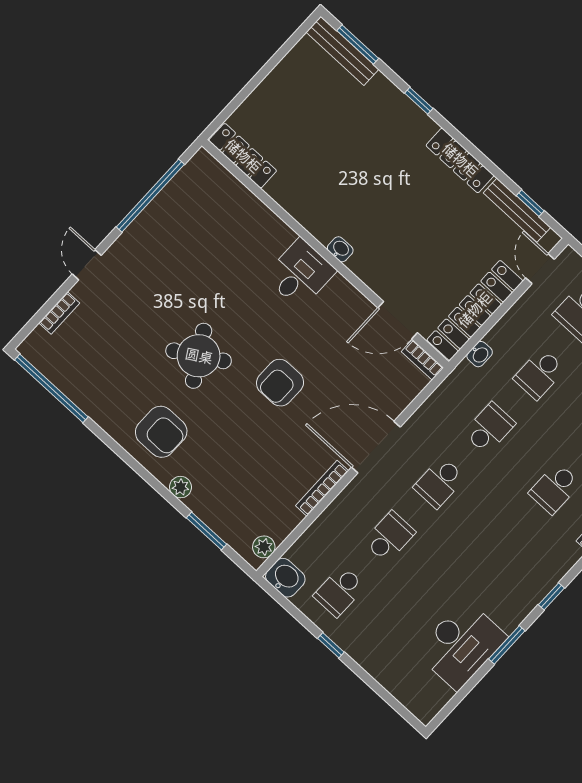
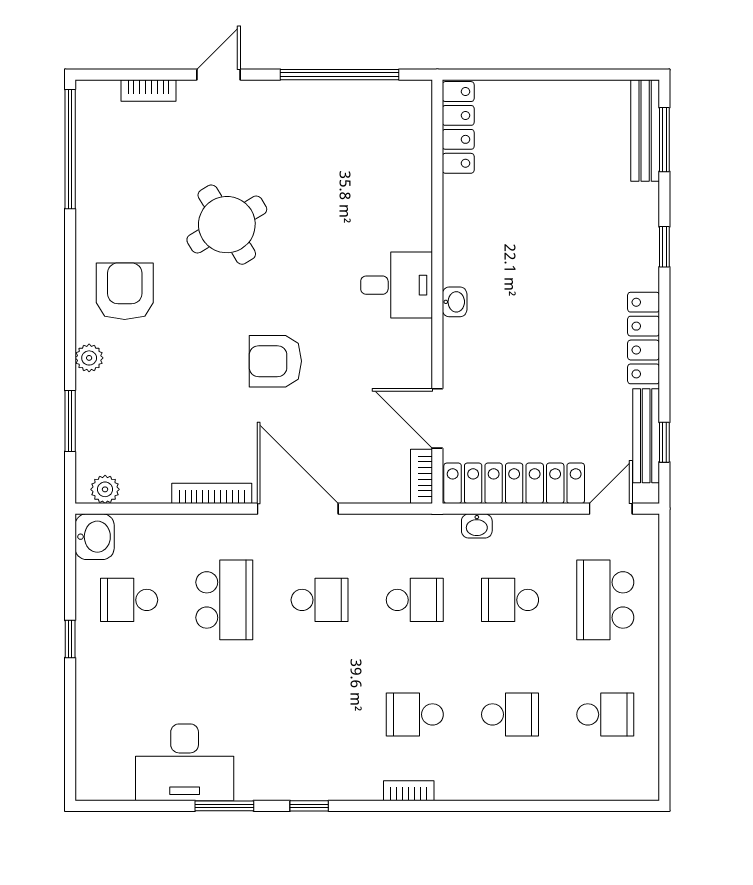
round table: (199, 356) -> (227, 225), moved
armchair: (161, 432) -> (125, 291), turned 180
school desk: (439, 483) -> (320, 600), turned 180
school desk: (389, 537) -> (224, 600), width x1.85

